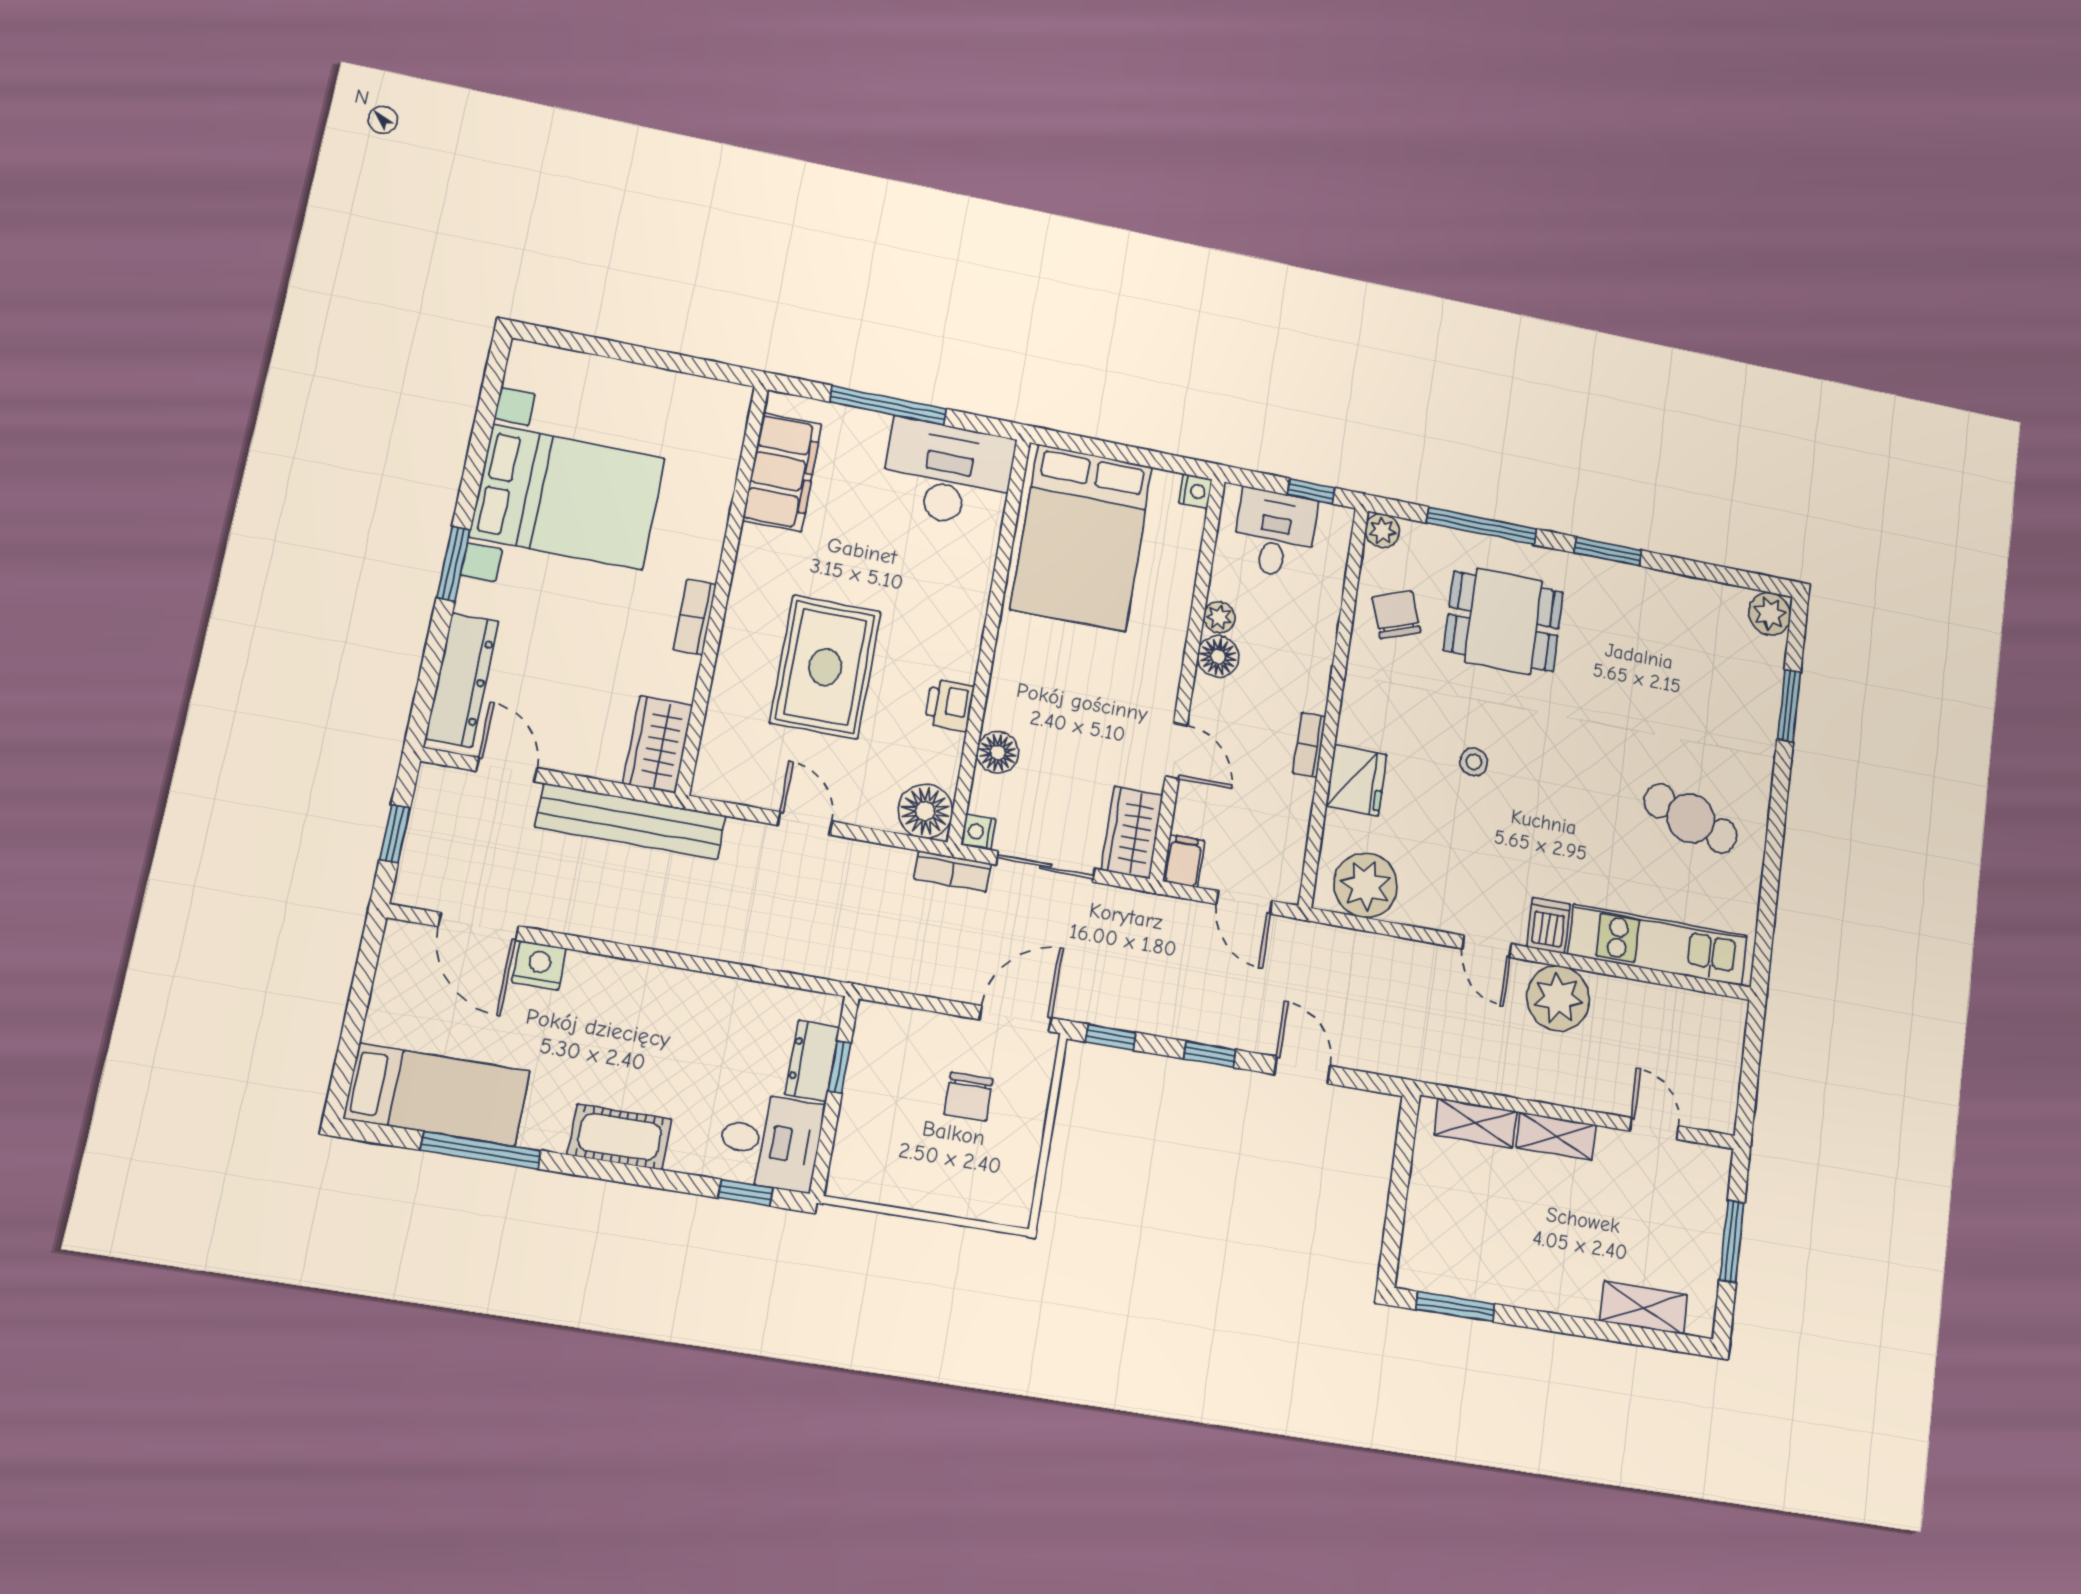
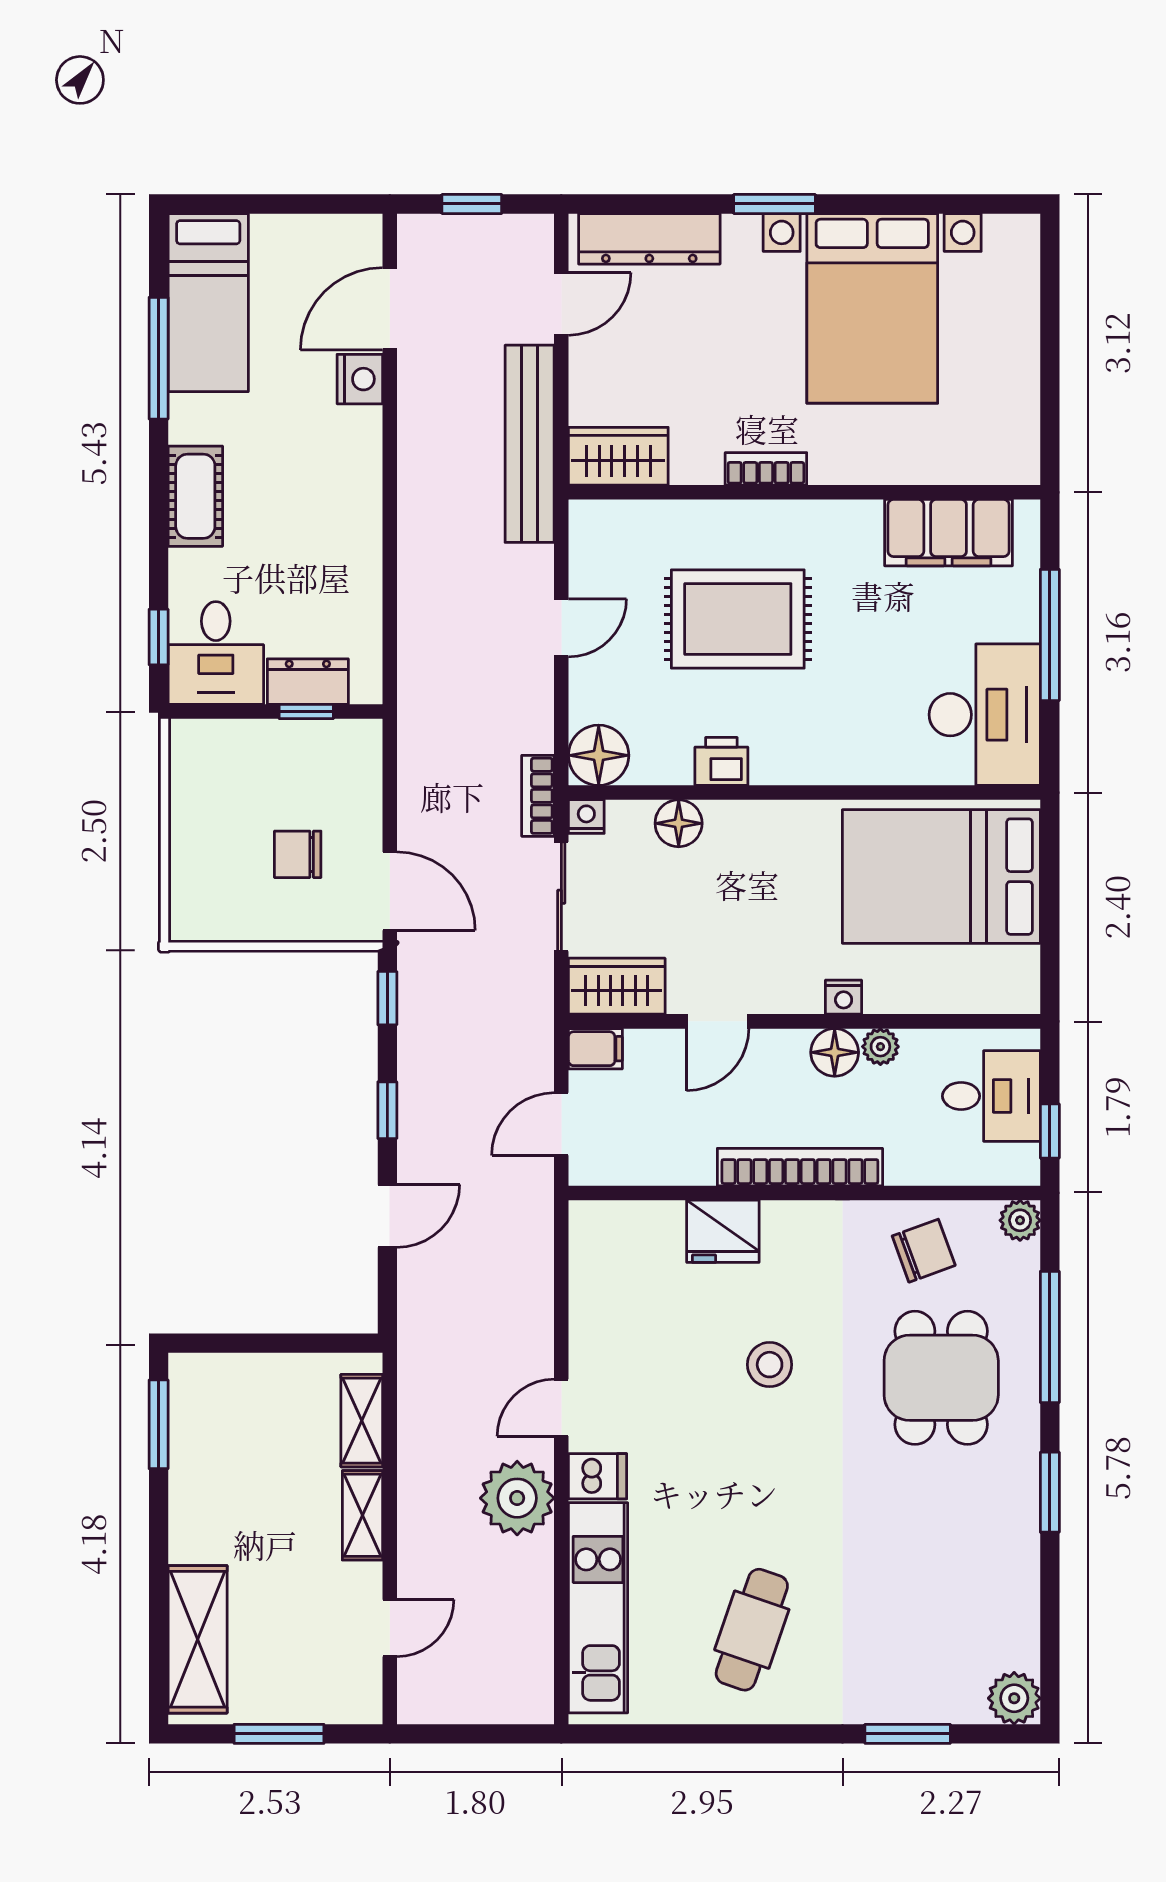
nightstand: (1195, 491) -> (844, 997), moved
bookcase: (1309, 745) -> (800, 1167), width x2.31, depth x1.31
stool: (1474, 762) -> (770, 1365), width x1.37, depth x1.37
plant: (1366, 885) -> (605, 1259), removed
shelving: (1643, 1308) -> (198, 1639), width x1.50, depth x1.33

